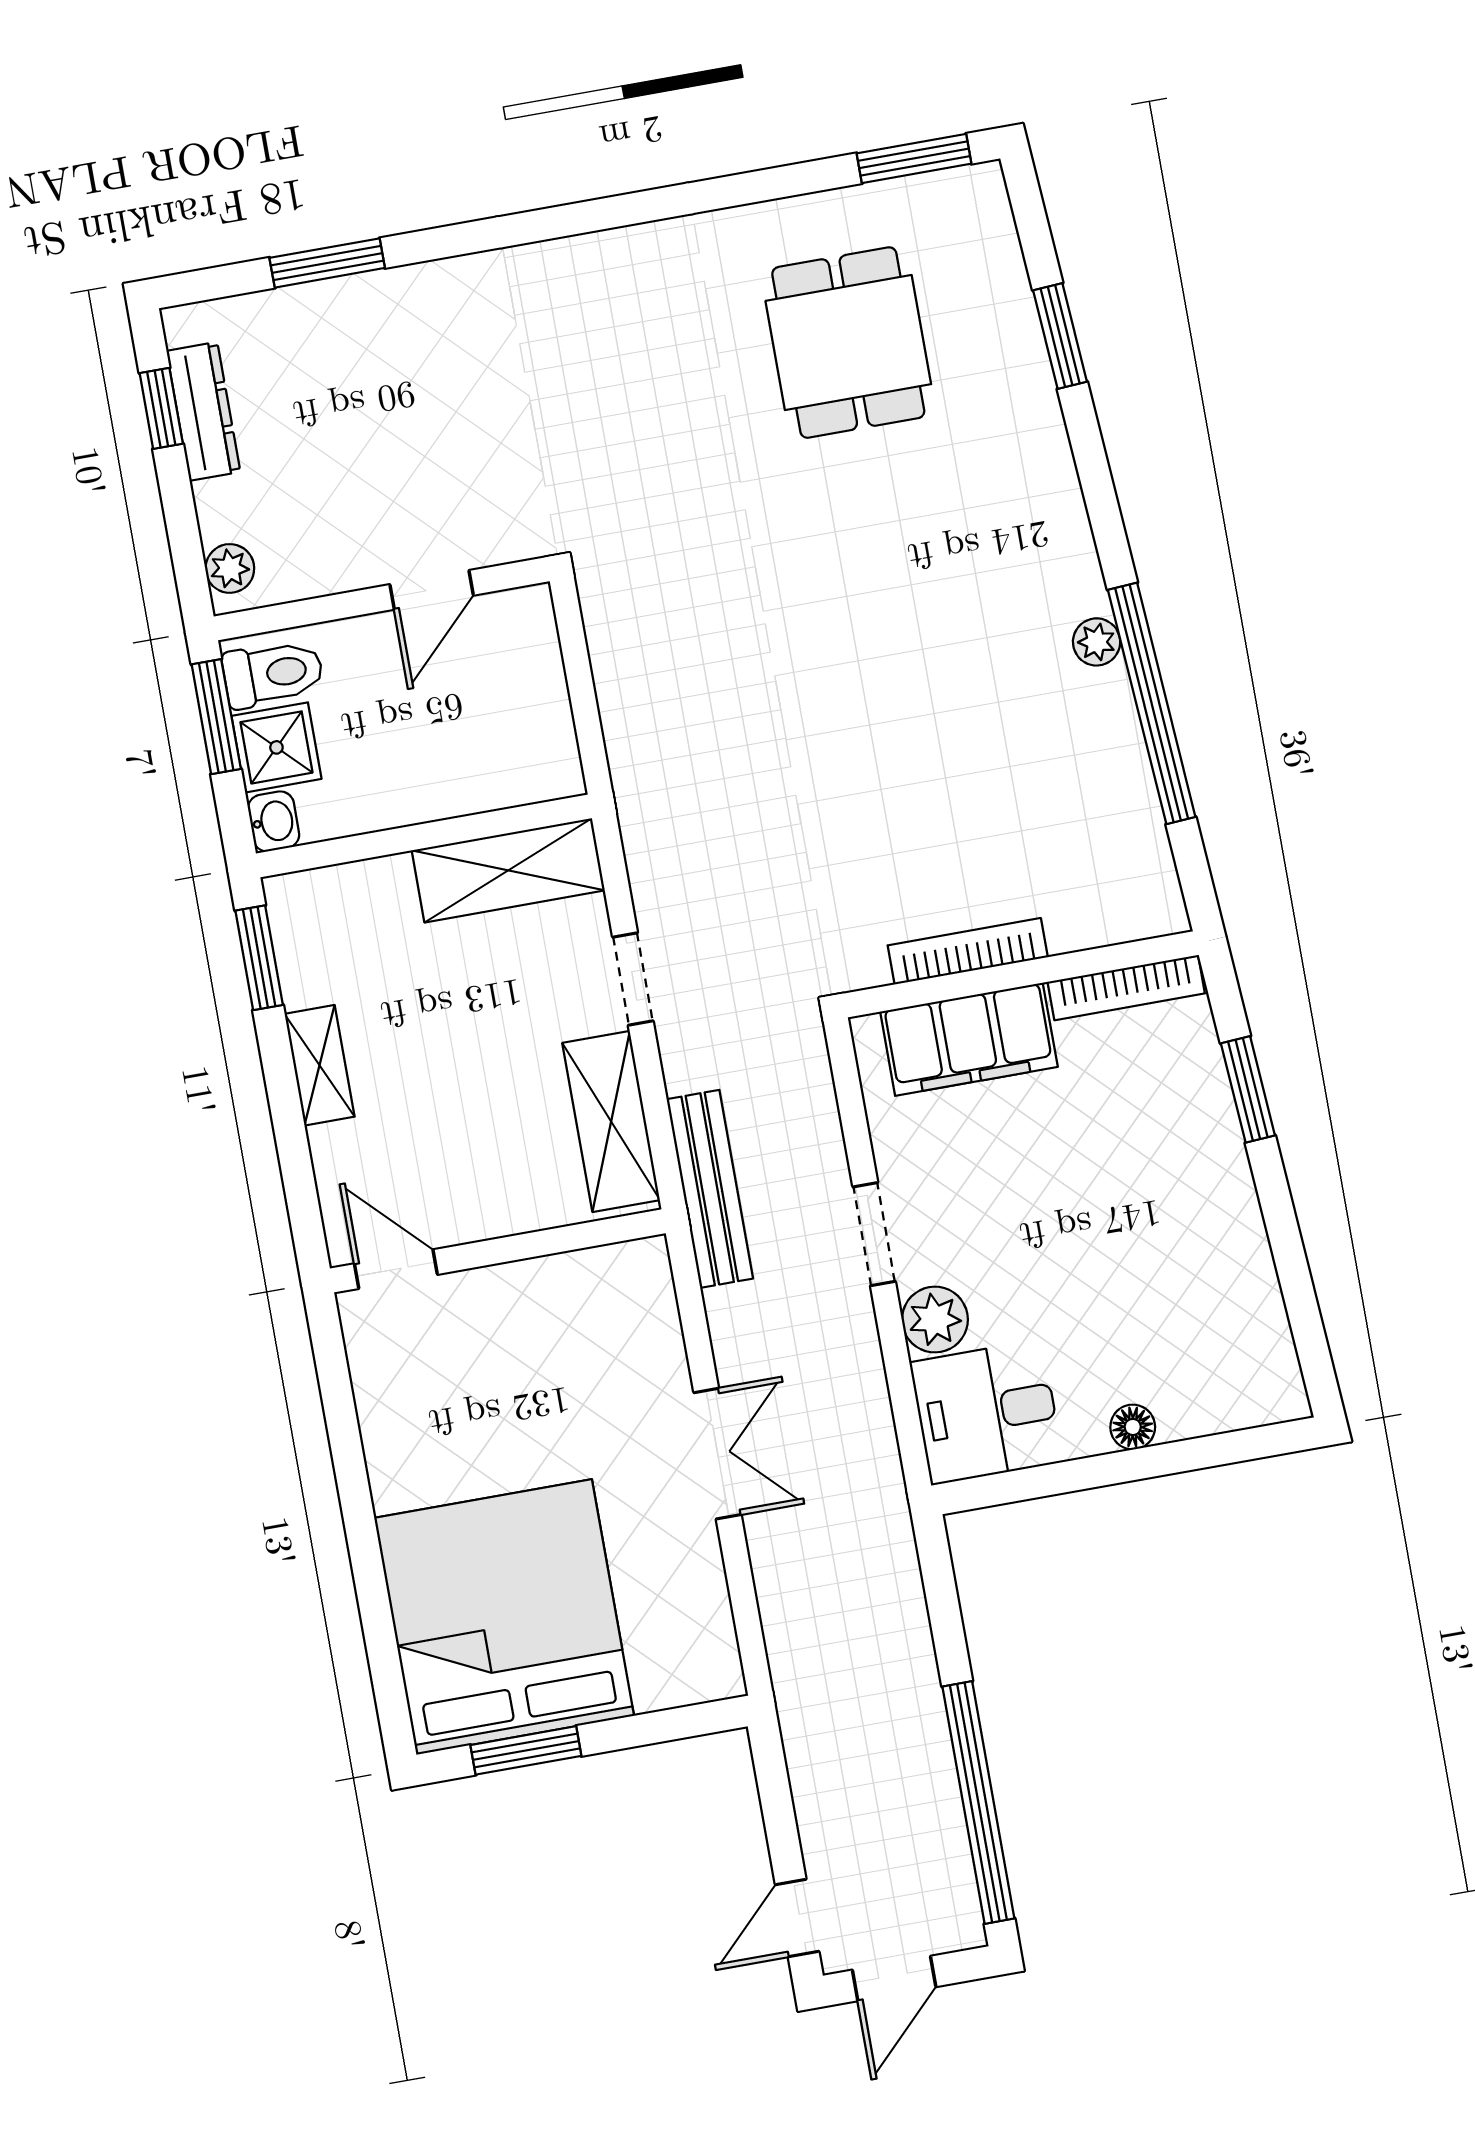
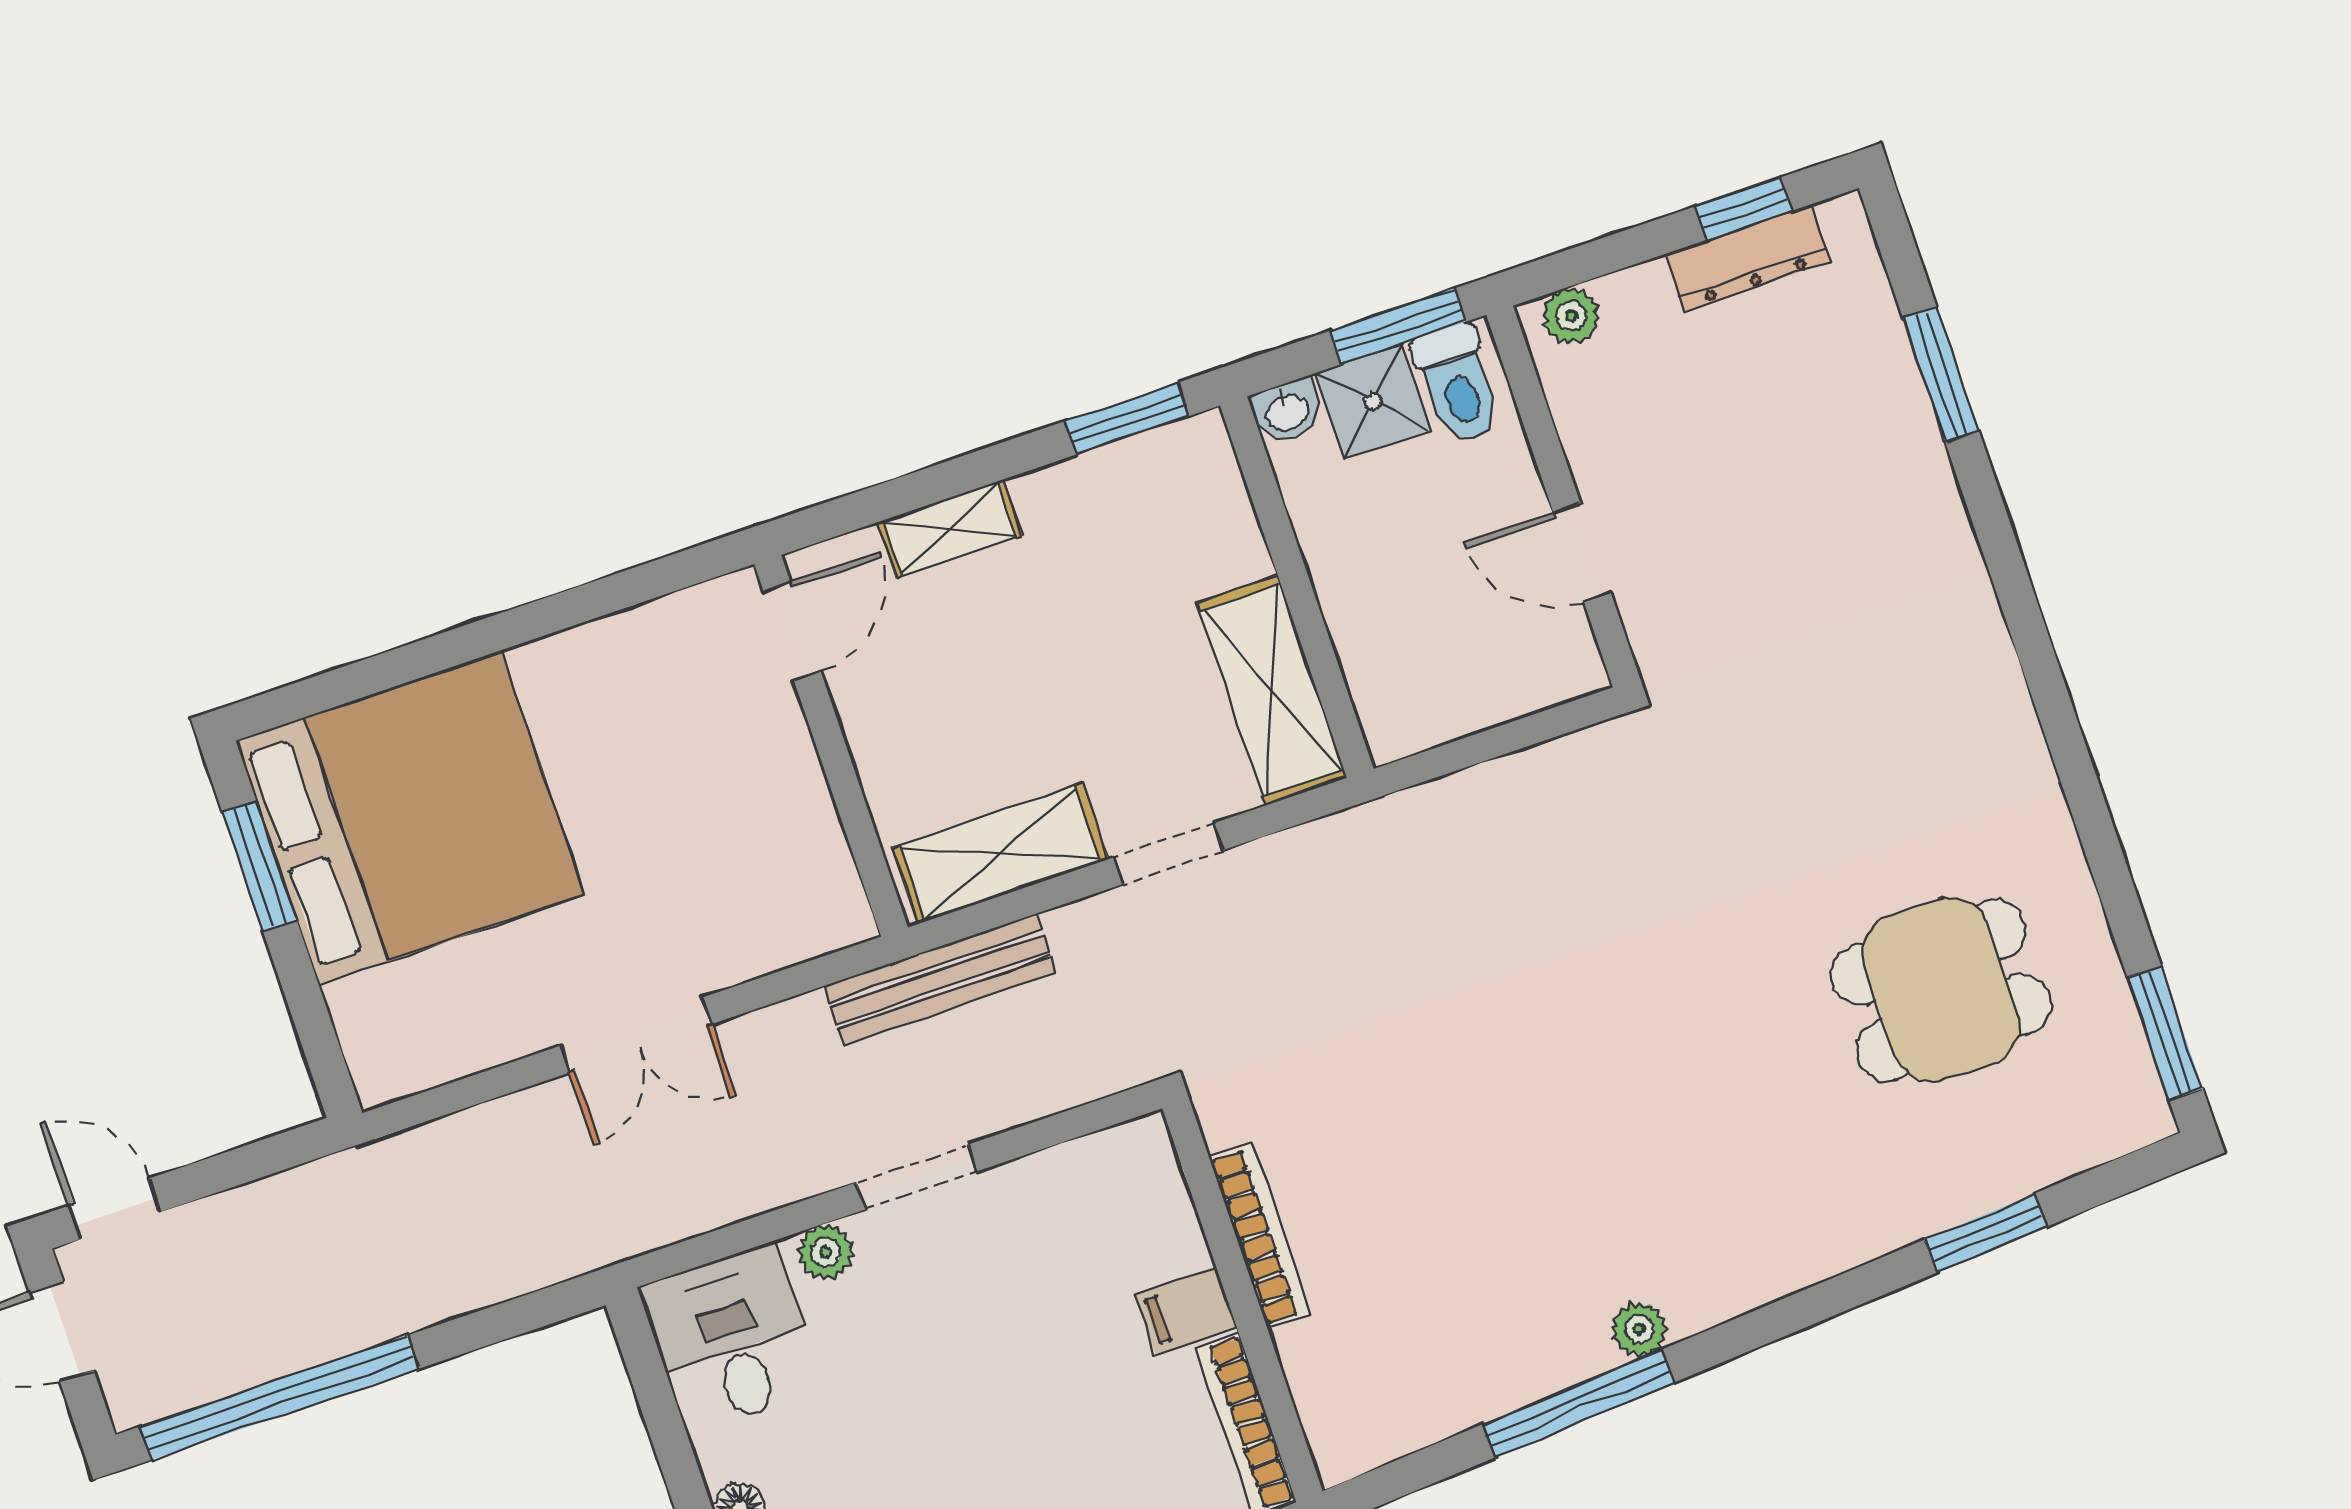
window: (1152, 703) -> (1578, 1403), width x0.68
filing cabinet: (969, 1039) -> (1186, 1310), width x0.33, depth x0.86
shelving: (320, 1065) -> (950, 529), moved
plant: (935, 1320) -> (826, 1252), width x0.73, depth x0.73

